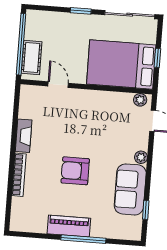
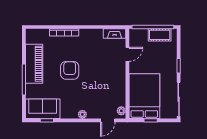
cot: (32, 58) -> (160, 35), moved
fireplace: (24, 136) -> (115, 33), moved
sofa: (130, 189) -> (43, 109), moved
piano: (69, 226) -> (34, 64), width x1.37, depth x1.33

